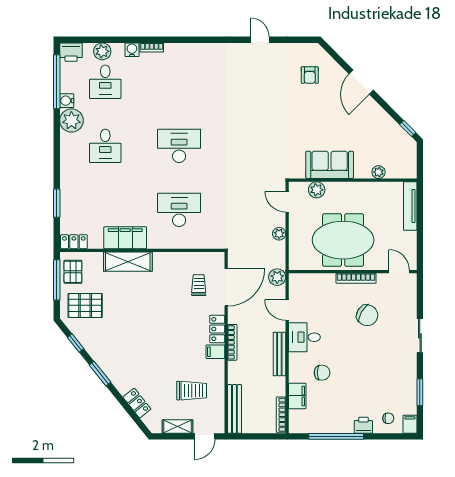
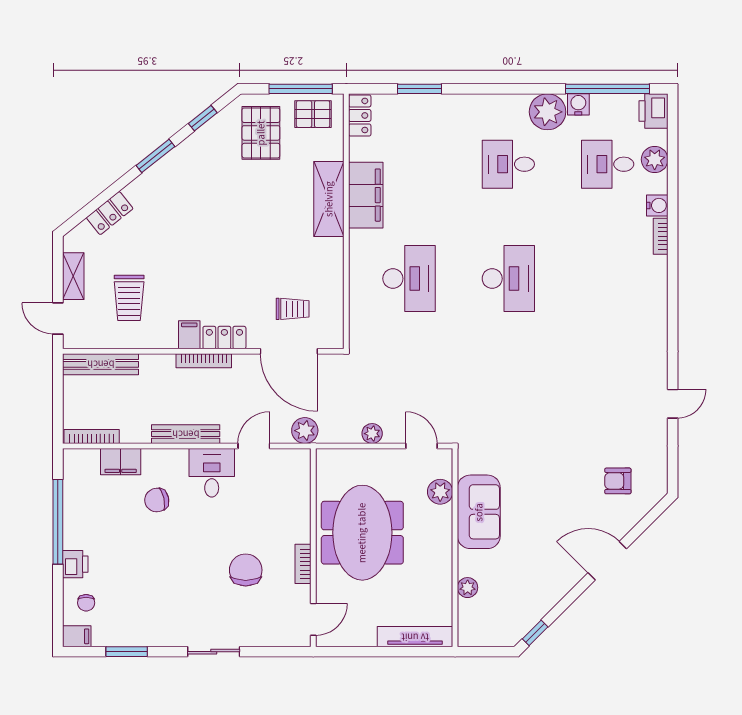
door: (287, 202) -> (421, 446), hinge flipped
bookcase: (356, 278) -> (303, 564), width x0.64
chair: (367, 315) -> (246, 570), turned 150
chair: (322, 373) -> (157, 500), turned 78

